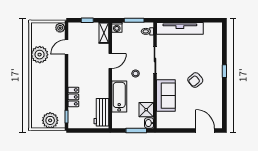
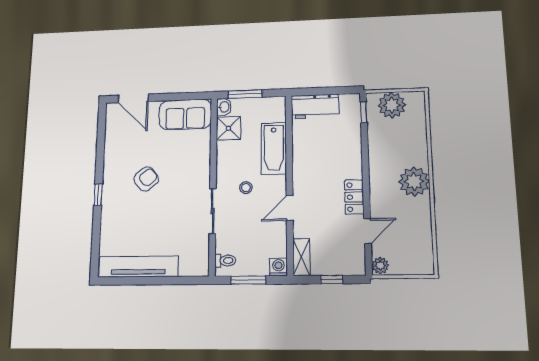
tv unit: (180, 28) -> (138, 267), moved
plant: (40, 55) -> (414, 182), moved
sofa: (166, 96) -> (185, 114), moved, turned -90
locker: (73, 97) -> (354, 197), moved
workbench: (101, 112) -> (315, 107), moved, turned 90

